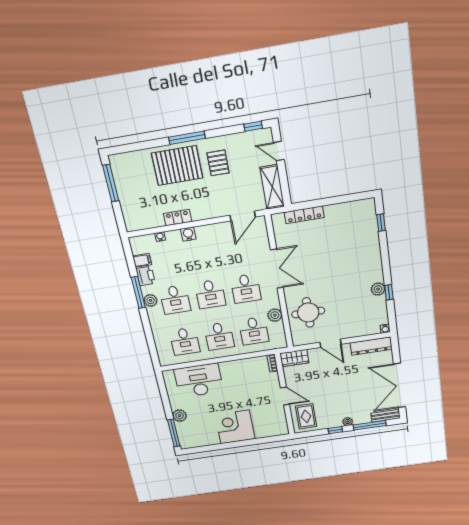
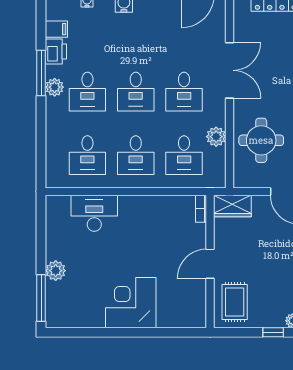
desk: (199, 381) -> (94, 213), width x0.73, depth x0.77
door: (285, 396) -> (210, 264), swing flipped

